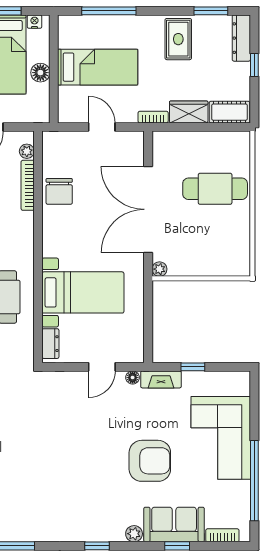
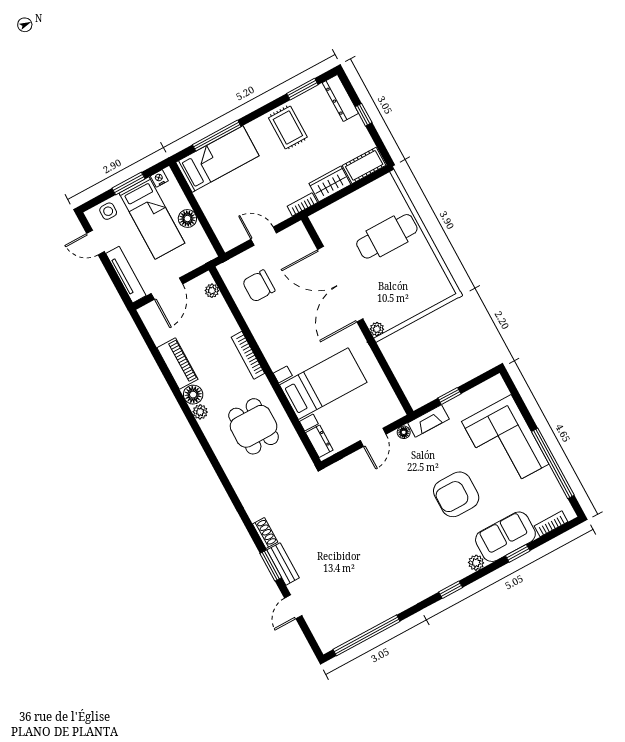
bed: (98, 67) -> (217, 159), moved
bookcase: (28, 185) -> (248, 355), moved
chair: (59, 191) -> (259, 286), moved, turned 90
armchair: (150, 461) -> (456, 494), turned 180

